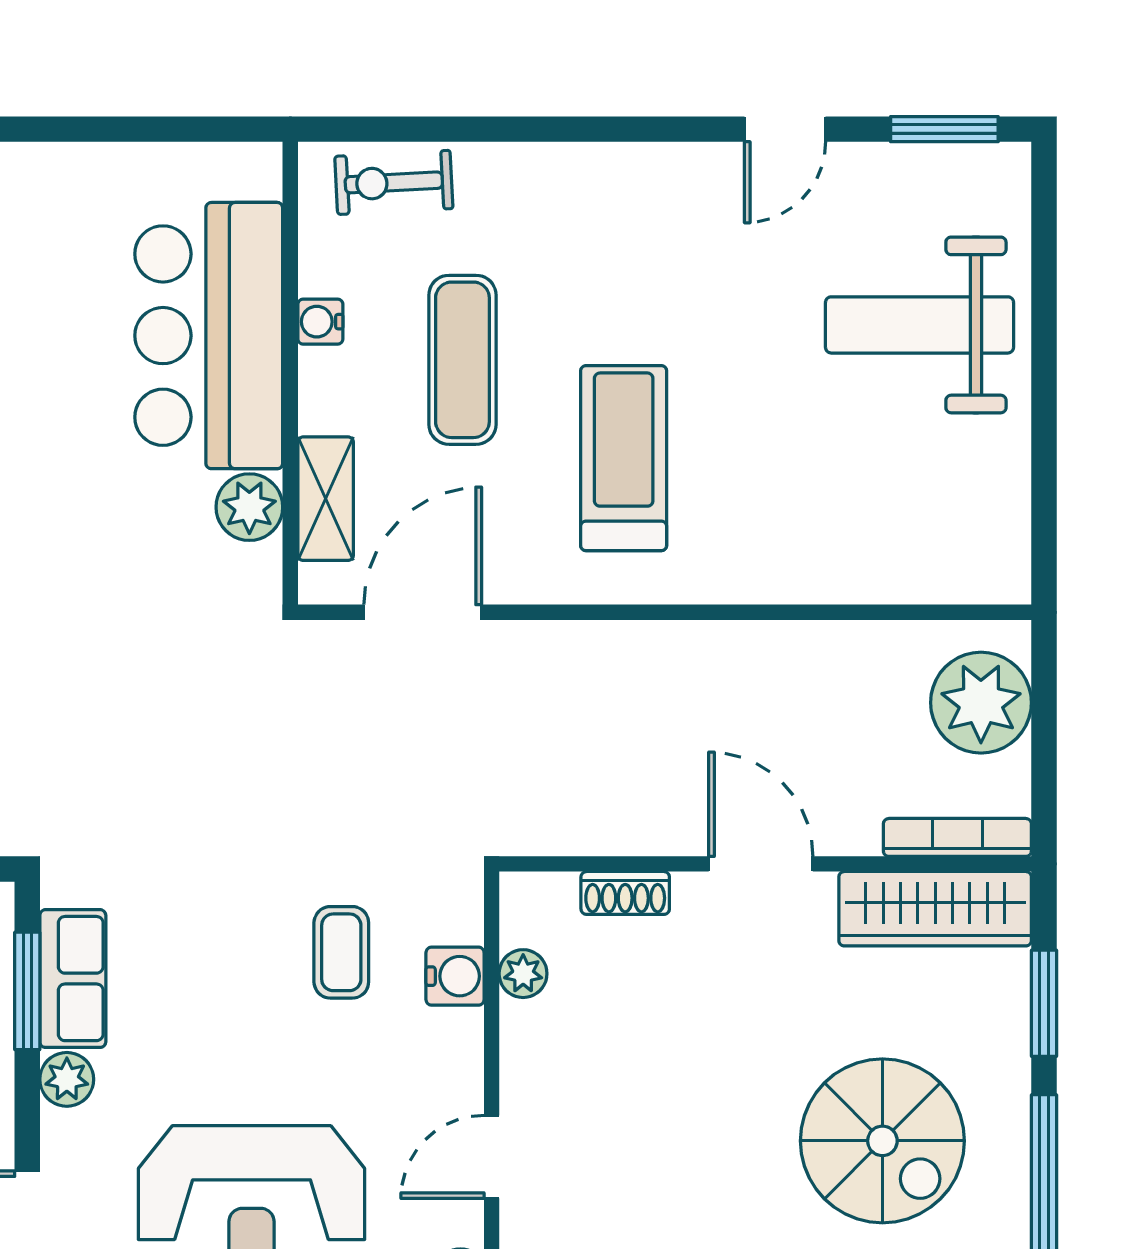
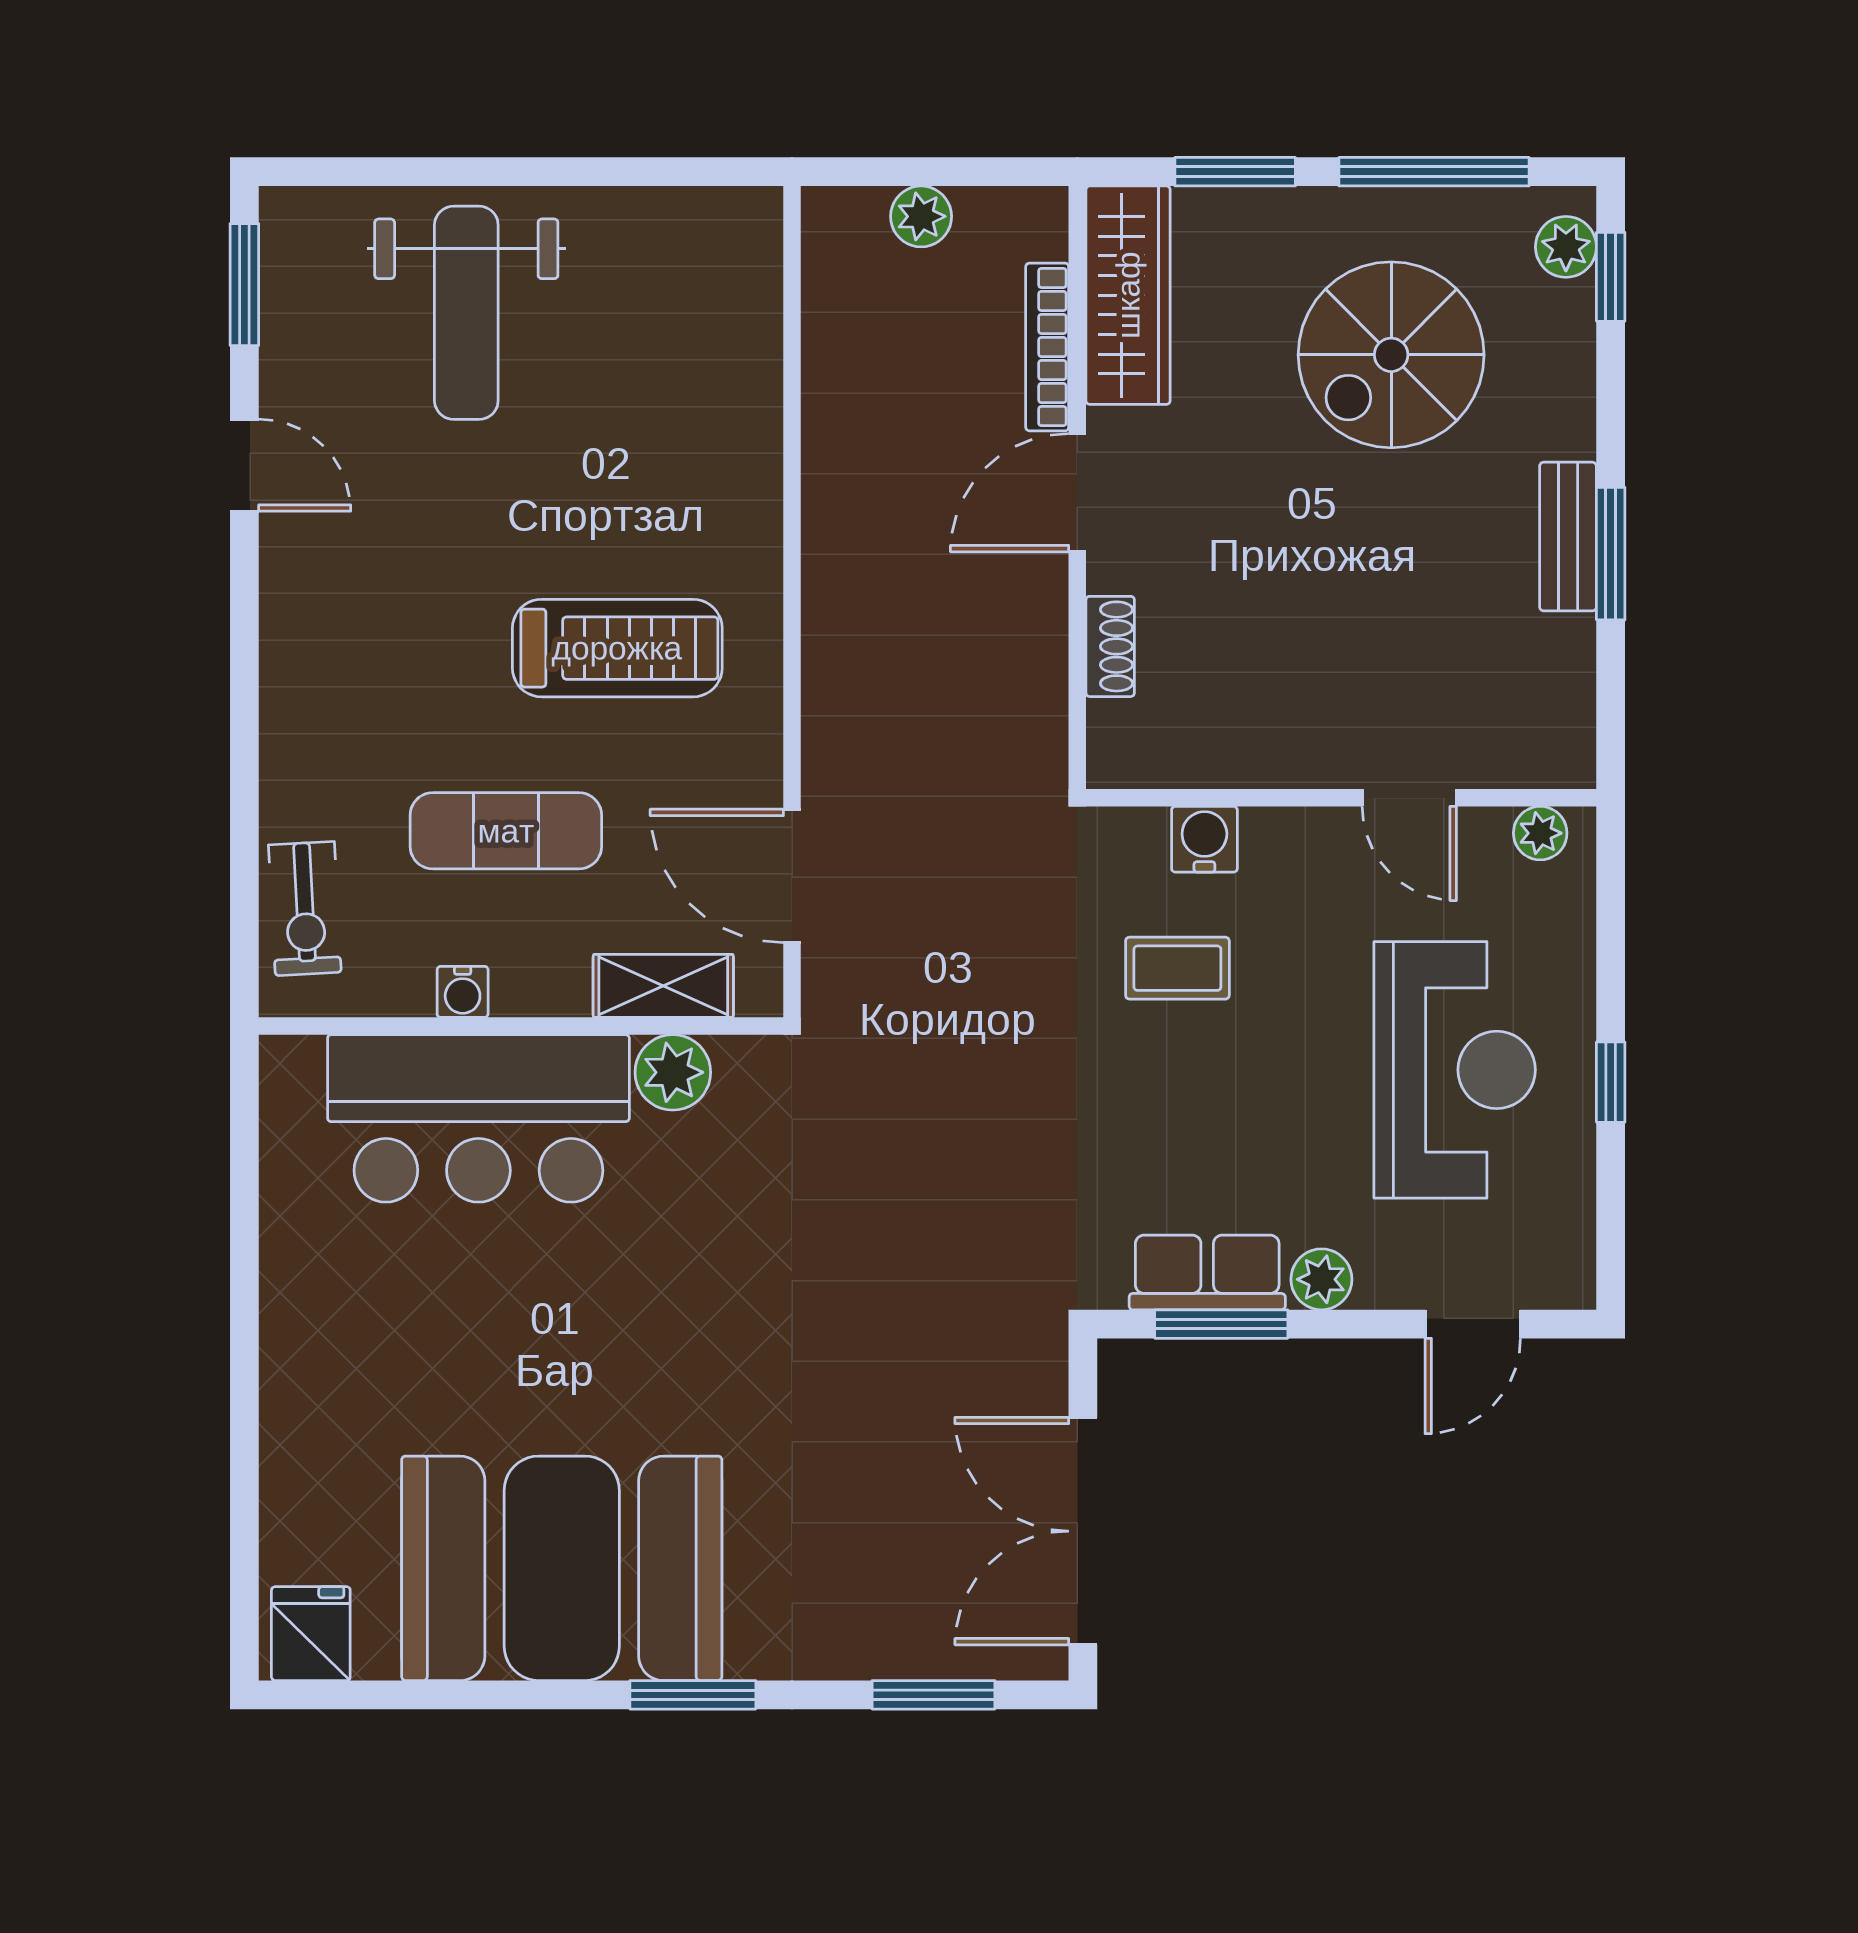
treadmill: (624, 458) -> (617, 648), turned 180
plant: (981, 703) -> (921, 216), width x0.53, depth x0.53
bookcase: (957, 837) -> (1047, 347), moved
plant: (523, 974) -> (1202, 762), removed
spiral stairs: (882, 1141) -> (1391, 355), turned 180

